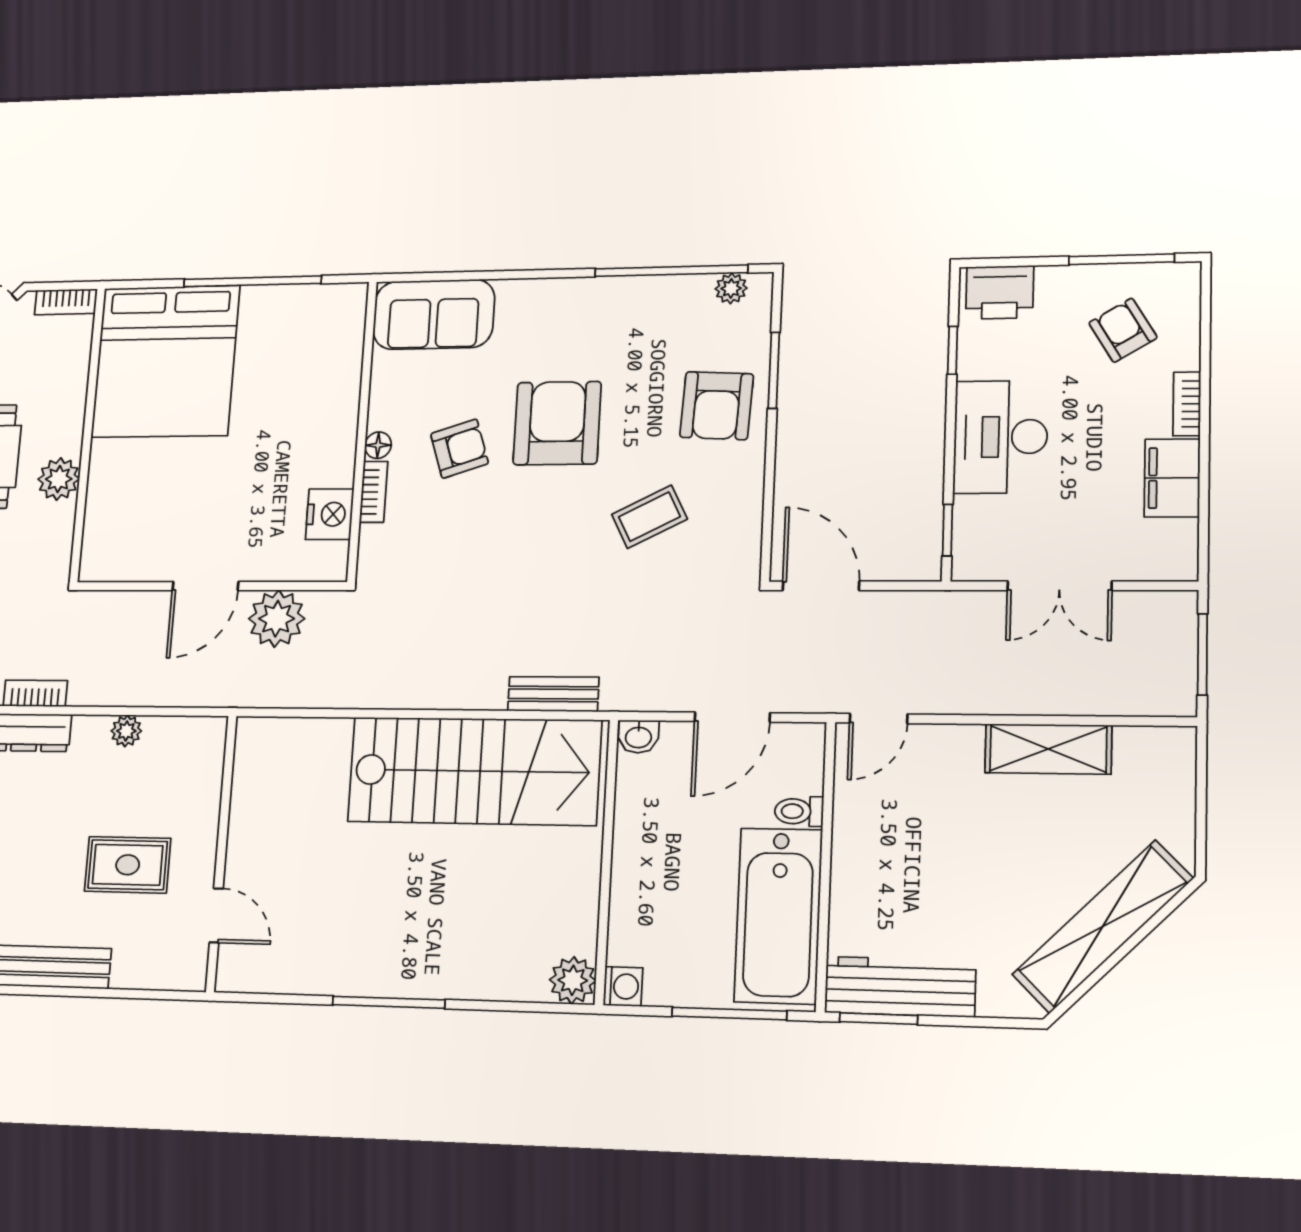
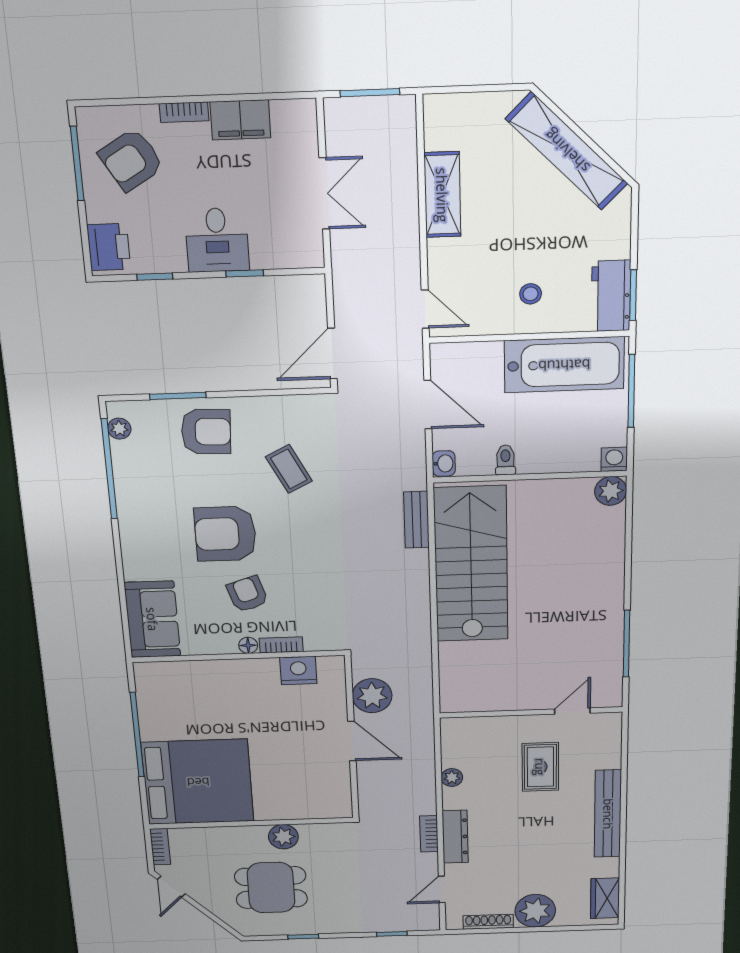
armchair: (1123, 330) -> (131, 160), width x1.38, depth x1.38
desk: (1001, 437) -> (217, 240), width x0.73
window: (948, 530) -> (245, 273), moved
toilet: (799, 811) -> (505, 460), moved, turned 180
stool: (891, 869) -> (531, 294), added
workbench: (900, 987) -> (611, 296), width x0.73
window: (389, 1002) -> (627, 644), moved

